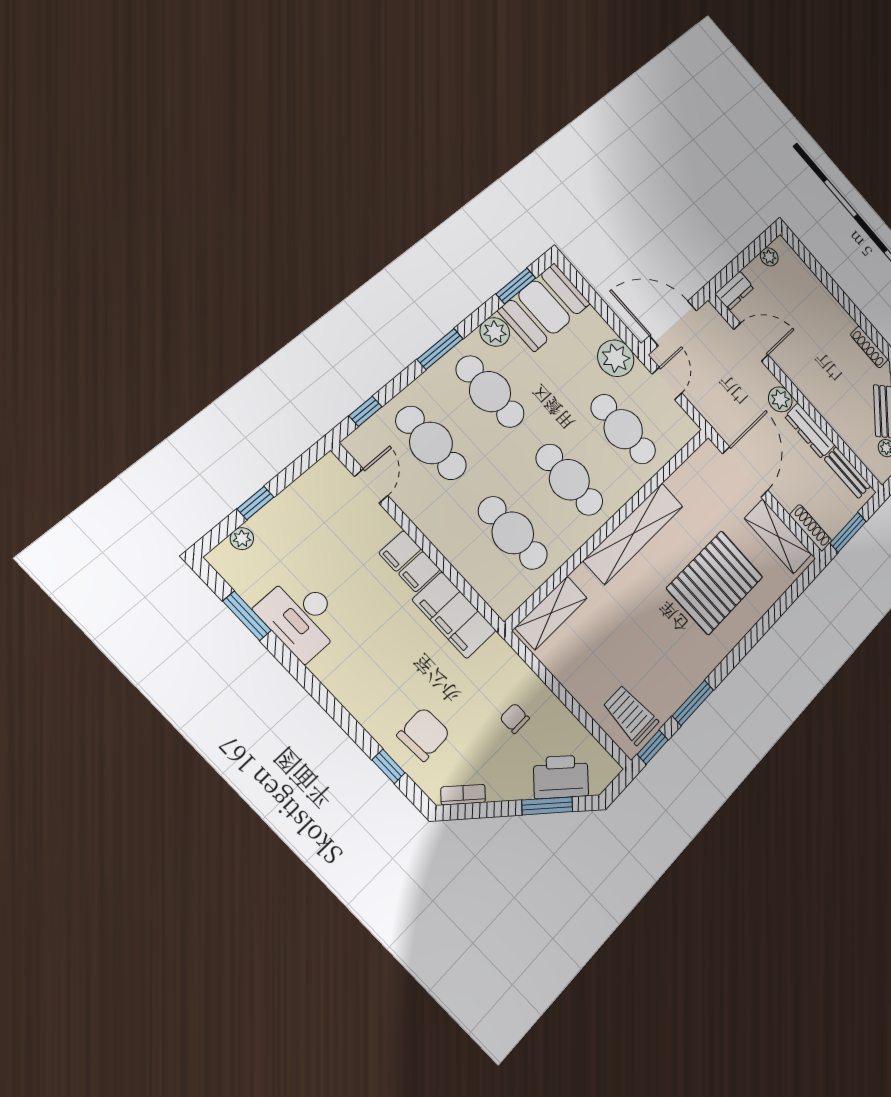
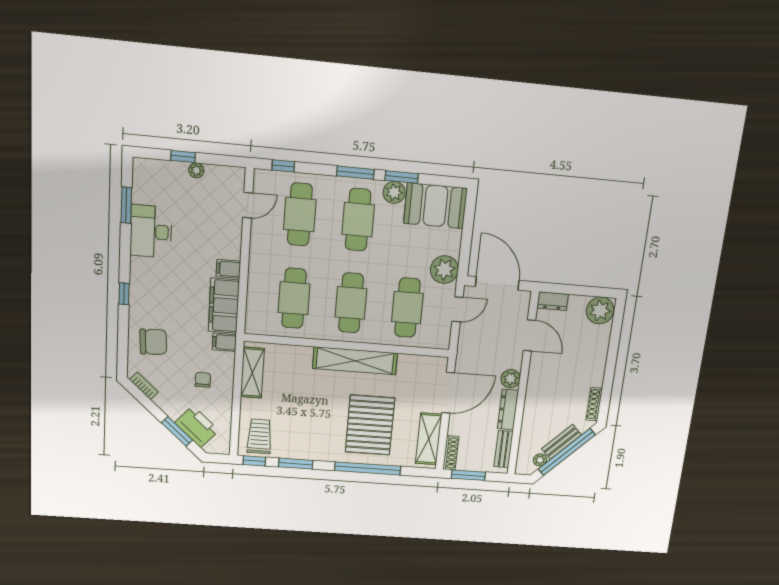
plant: (769, 257) -> (600, 310), width x1.88, depth x1.88
window: (516, 286) -> (402, 177), moved
plant: (242, 539) -> (196, 170), moved
filing cabinet: (400, 551) -> (224, 342), moved
pallet: (715, 583) -> (370, 425), turned 90
shelving: (551, 613) -> (252, 373), moved, turned 90
window: (760, 629) -> (368, 468), added
window: (389, 766) -> (124, 294), moved

